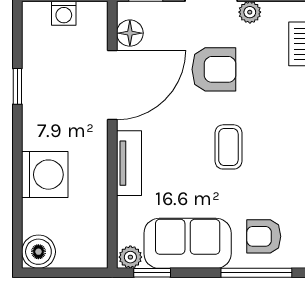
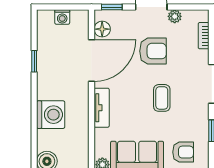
armchair: (264, 236) -> (183, 152), turned 180

